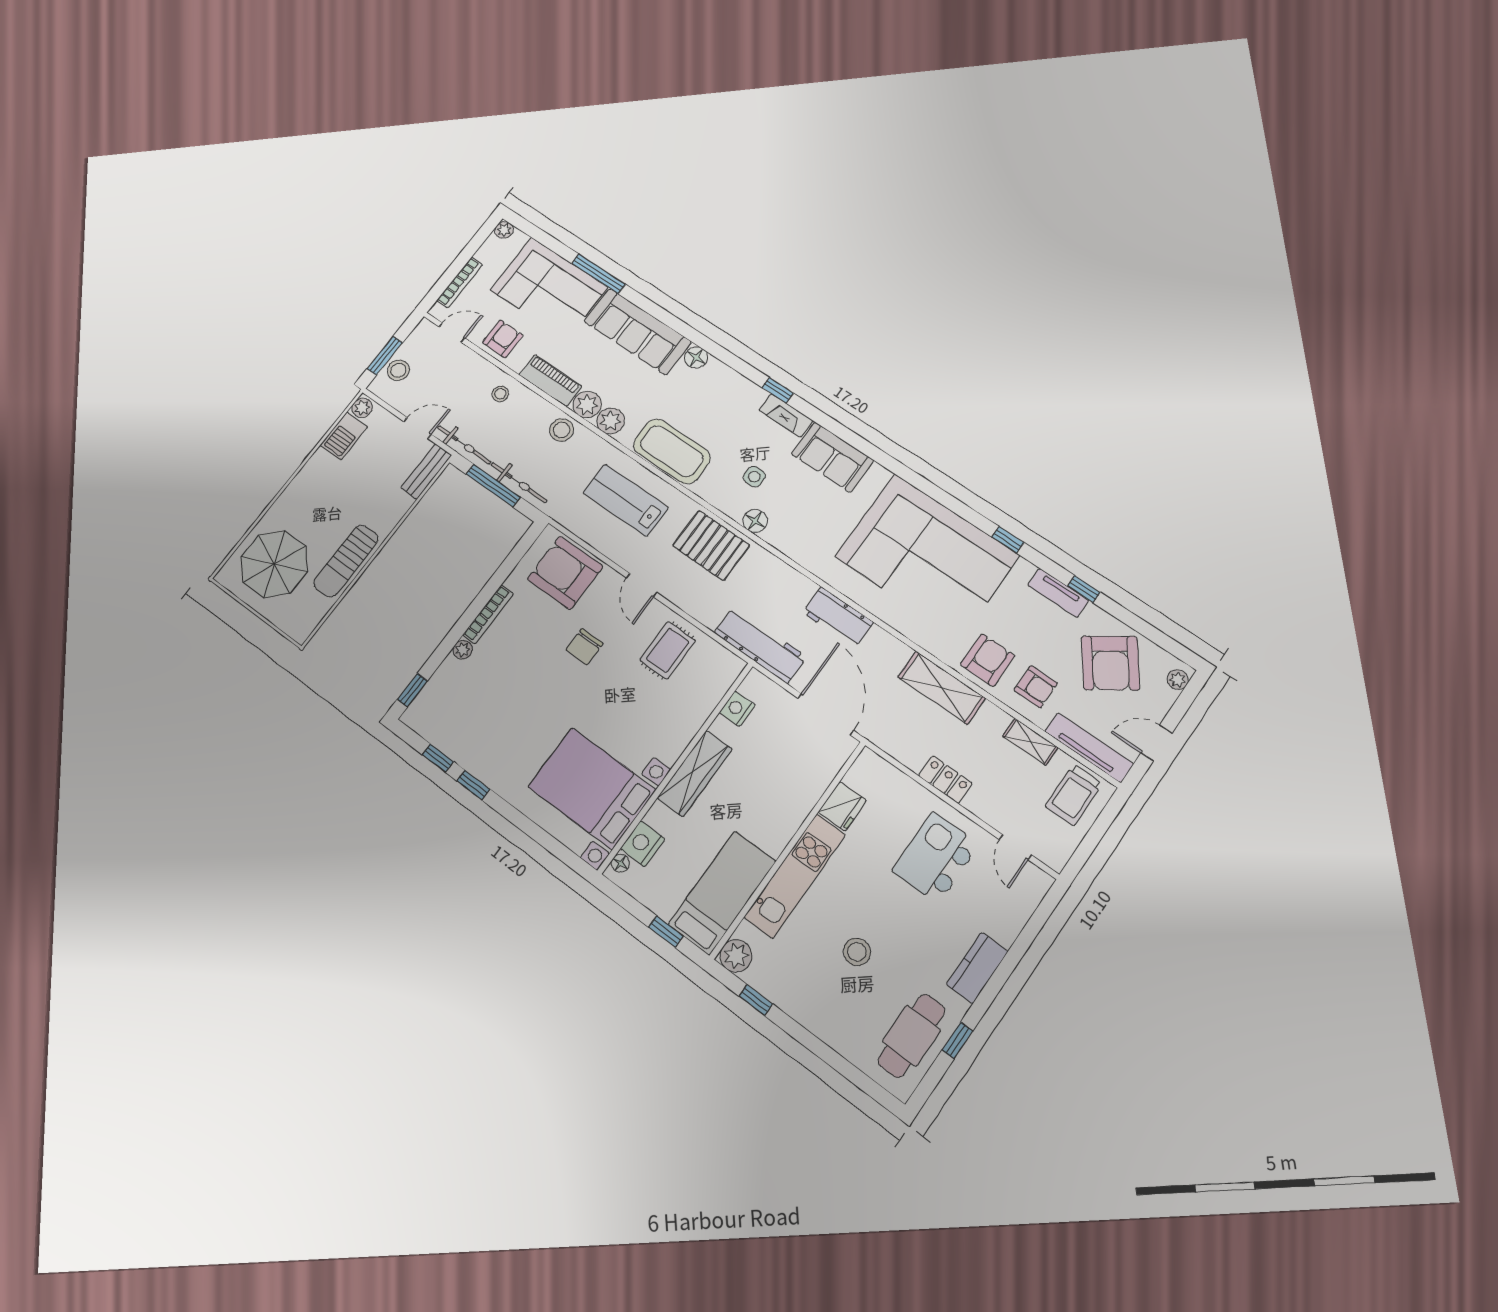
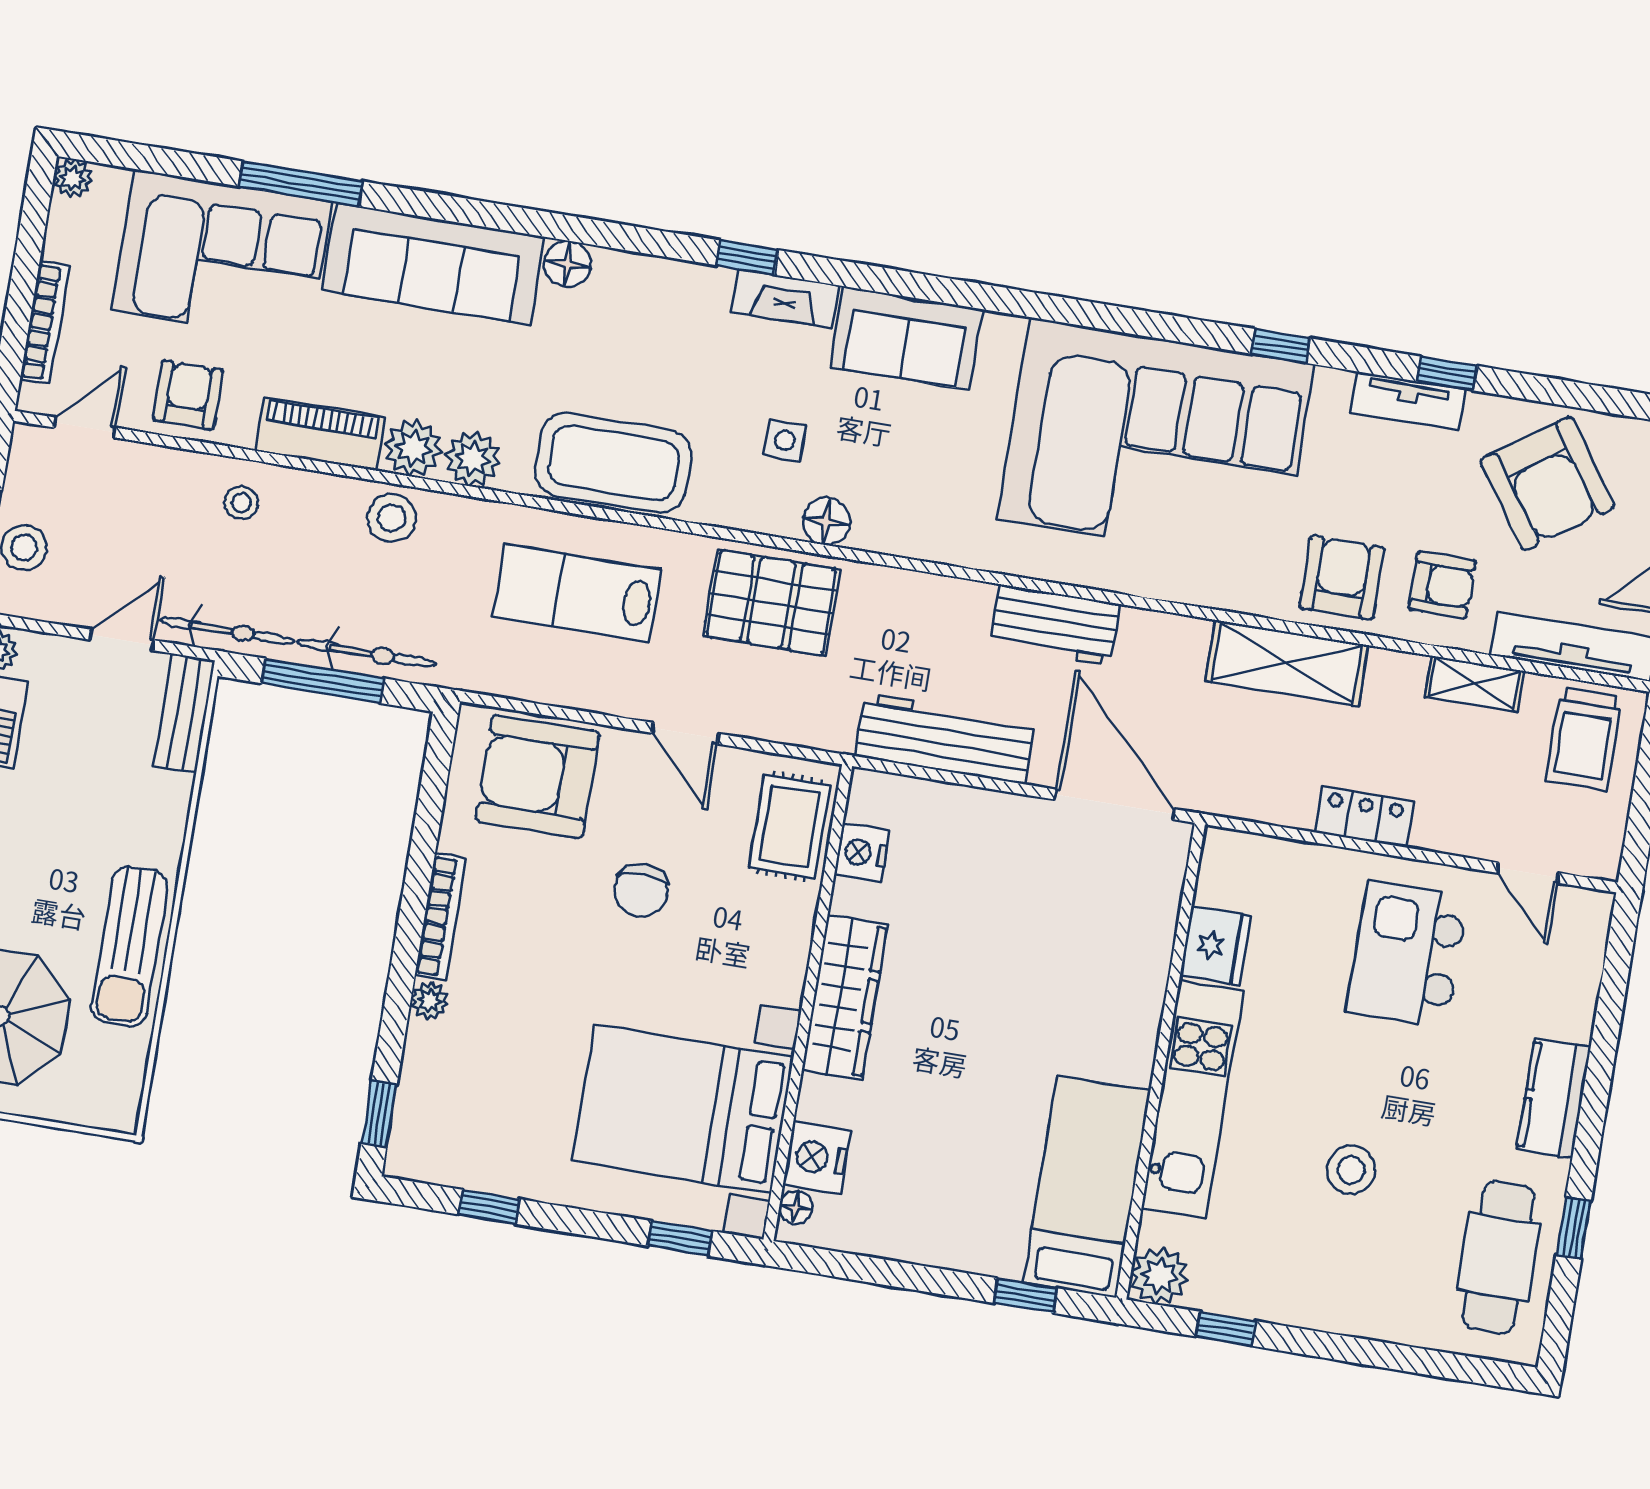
nightstand: (737, 709) -> (862, 852), moved
wall: (676, 767) -> (808, 1003), moved
wardrobe: (695, 773) -> (845, 997), moved
window: (473, 785) -> (680, 1238), moved
bed with nightstands: (592, 788) -> (683, 1109), moved
nightstand: (643, 844) -> (817, 1157), moved
floor lamp: (620, 863) -> (796, 1208), moved

